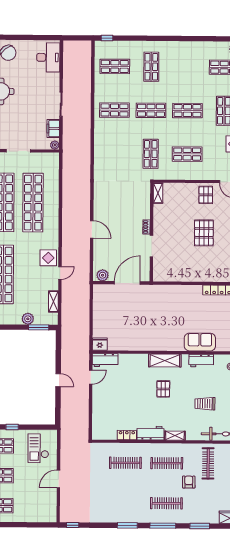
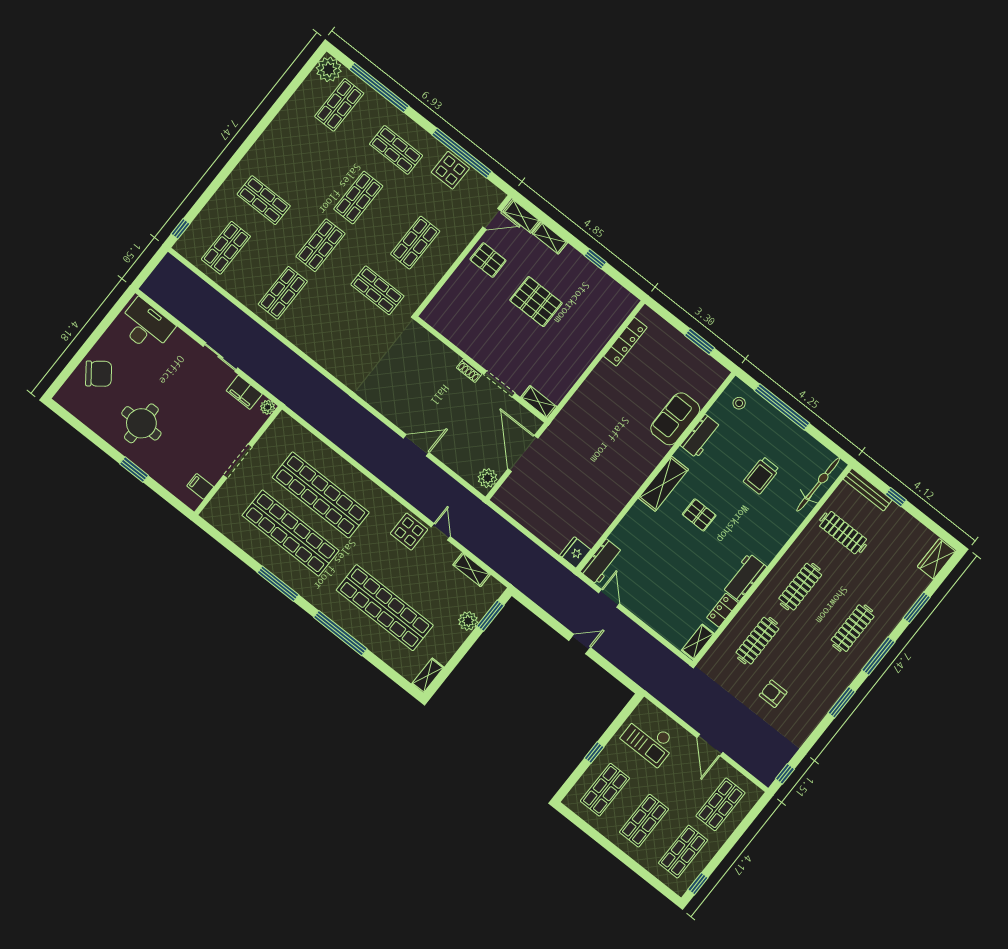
shelving: (158, 193) -> (539, 402), moved
shelving: (175, 436) -> (698, 642), moved
armchair: (189, 482) -> (773, 694), moved
shop shelf: (34, 506) -> (720, 804), added

